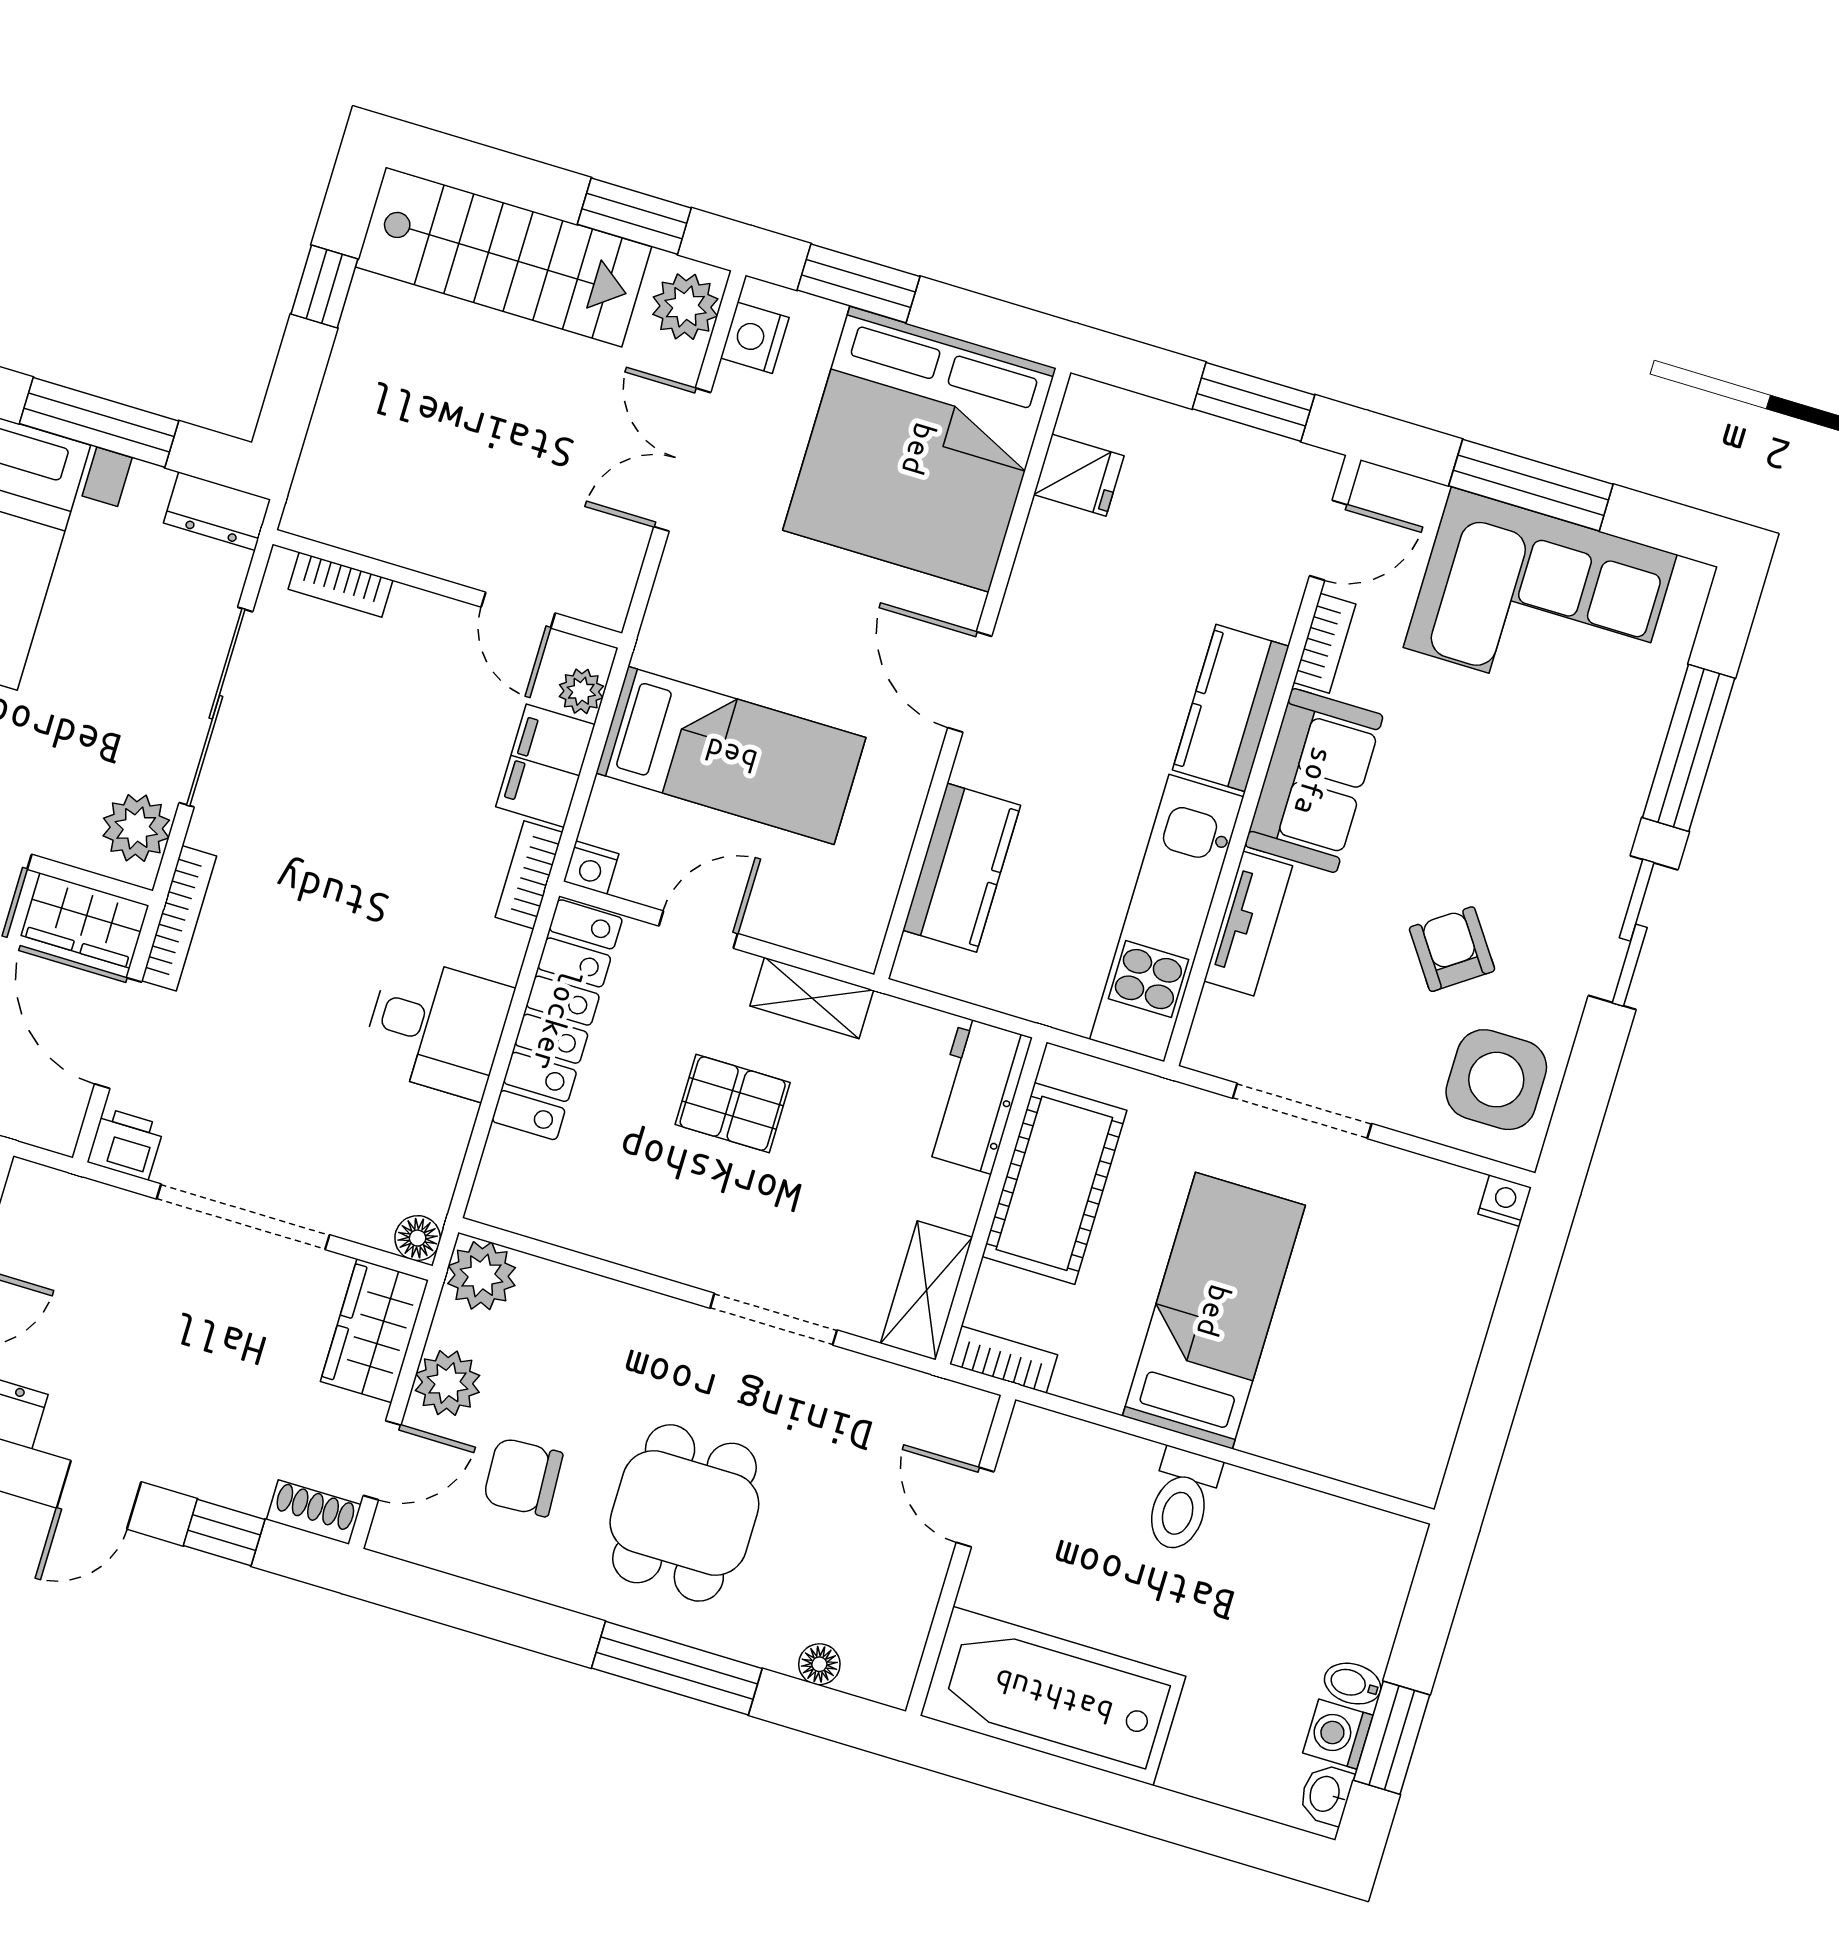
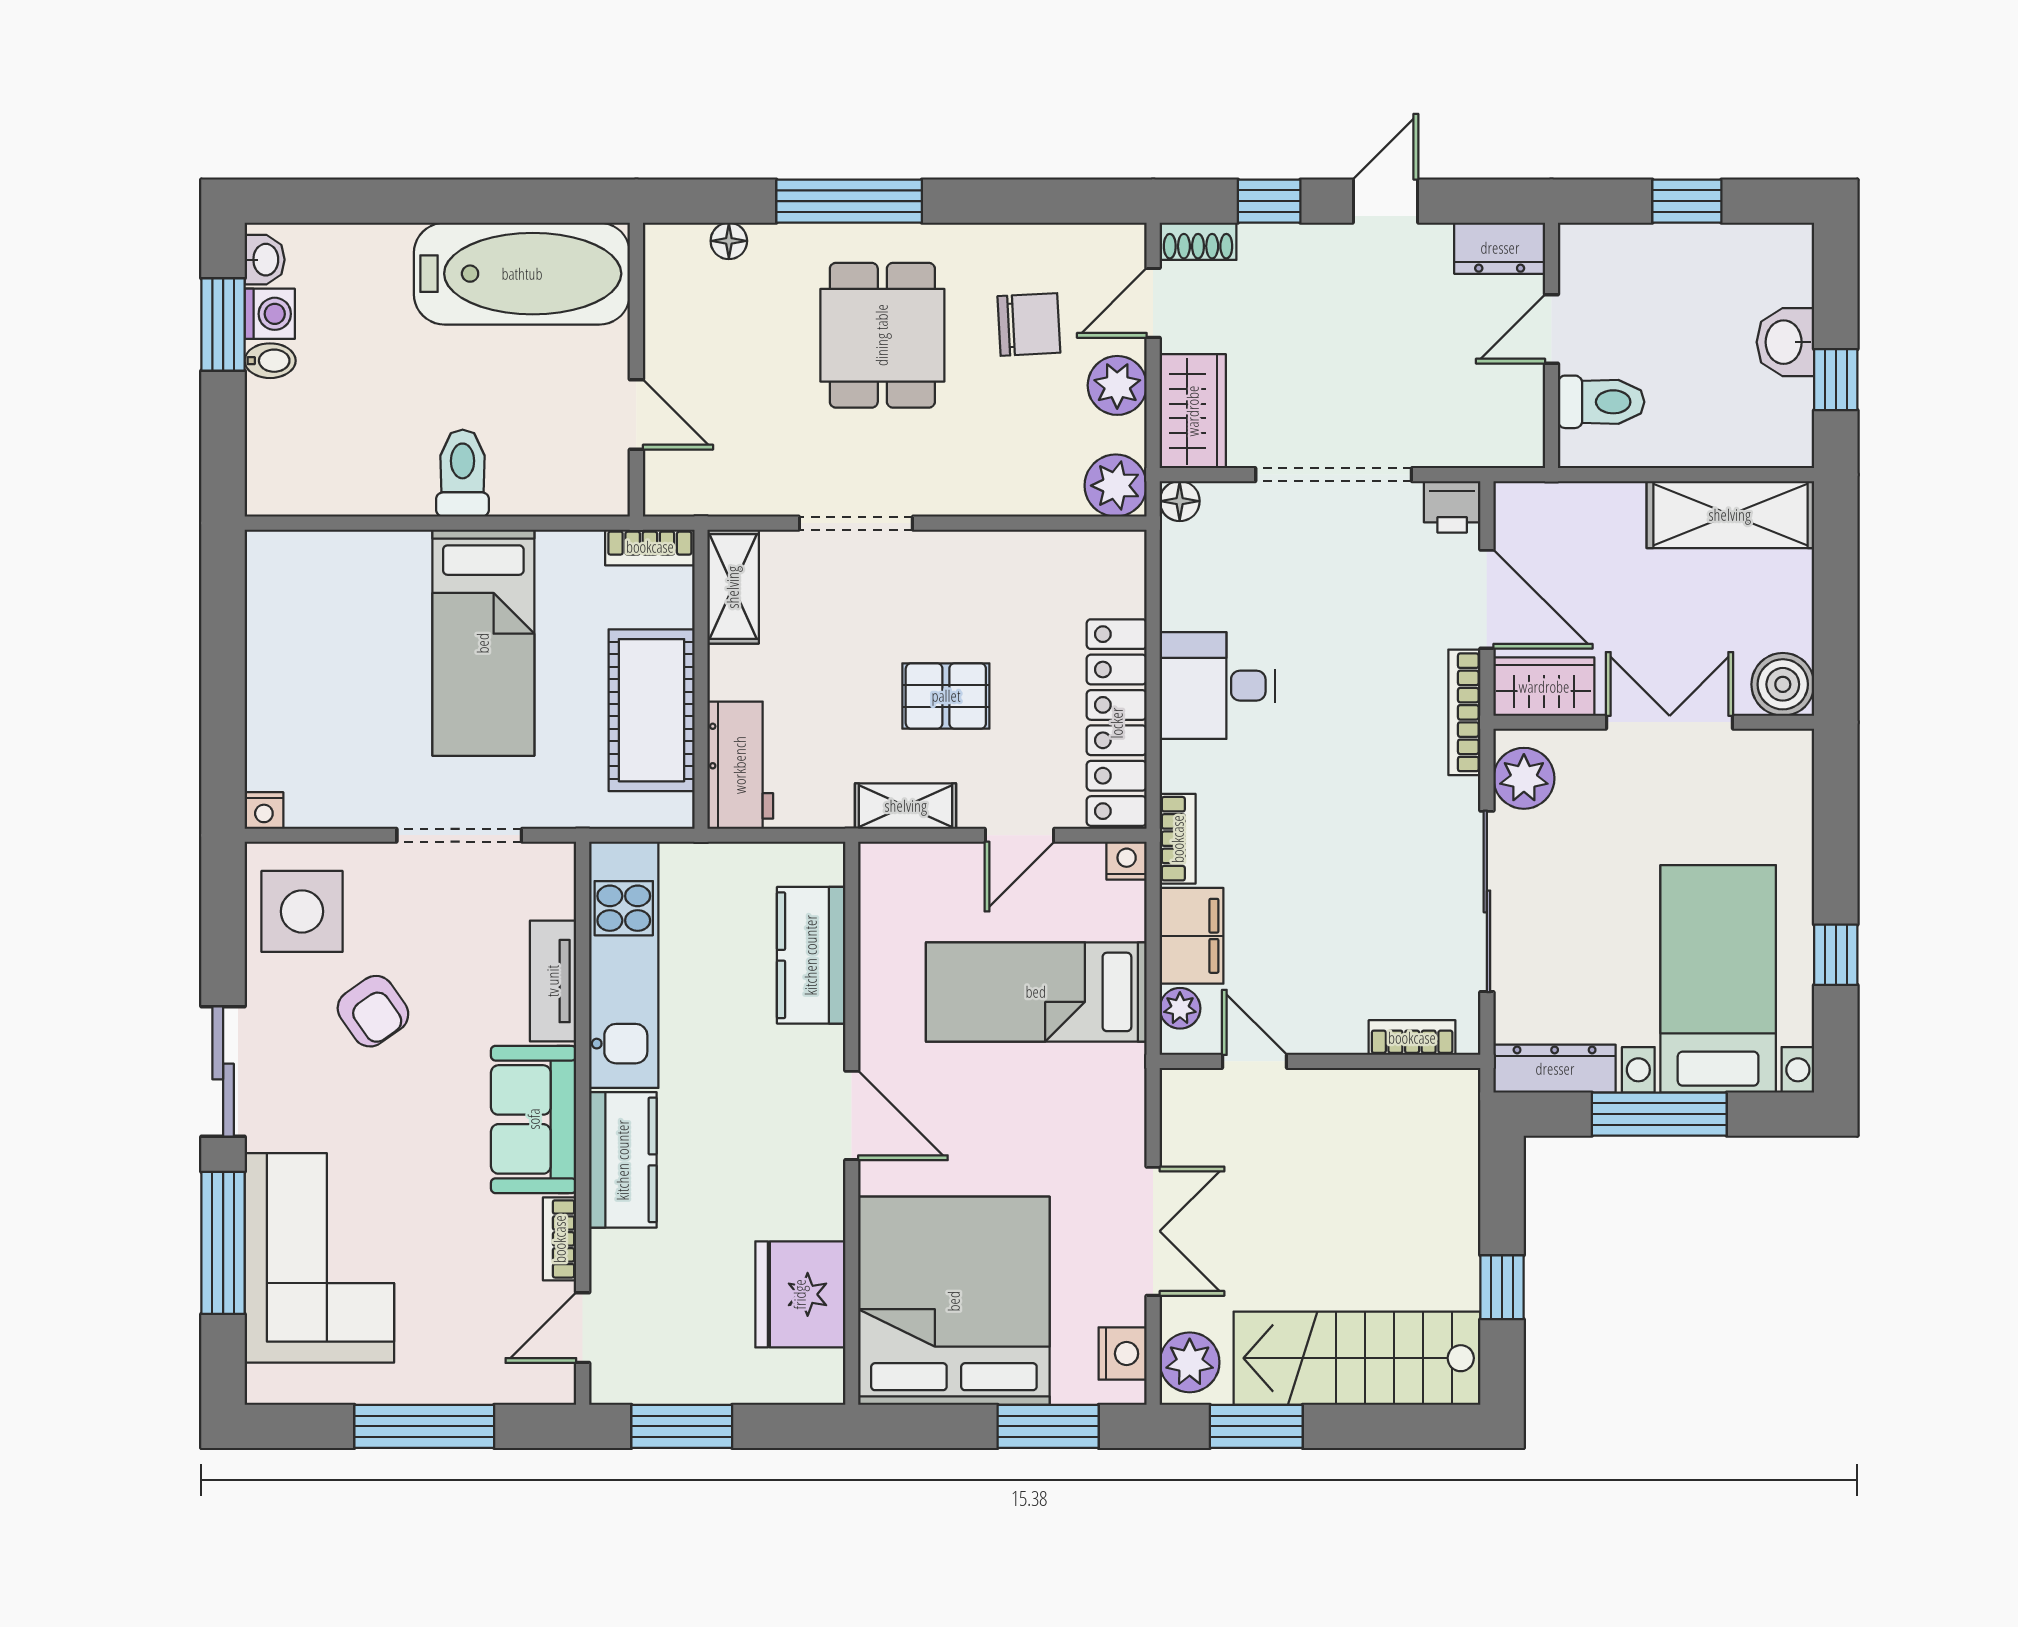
fridge: (1079, 475) -> (800, 1294), width x1.88, depth x1.34
dresser: (217, 511) -> (1555, 1069), width x1.44
corner sofa: (1540, 601) -> (319, 1258), moved, turned 90

